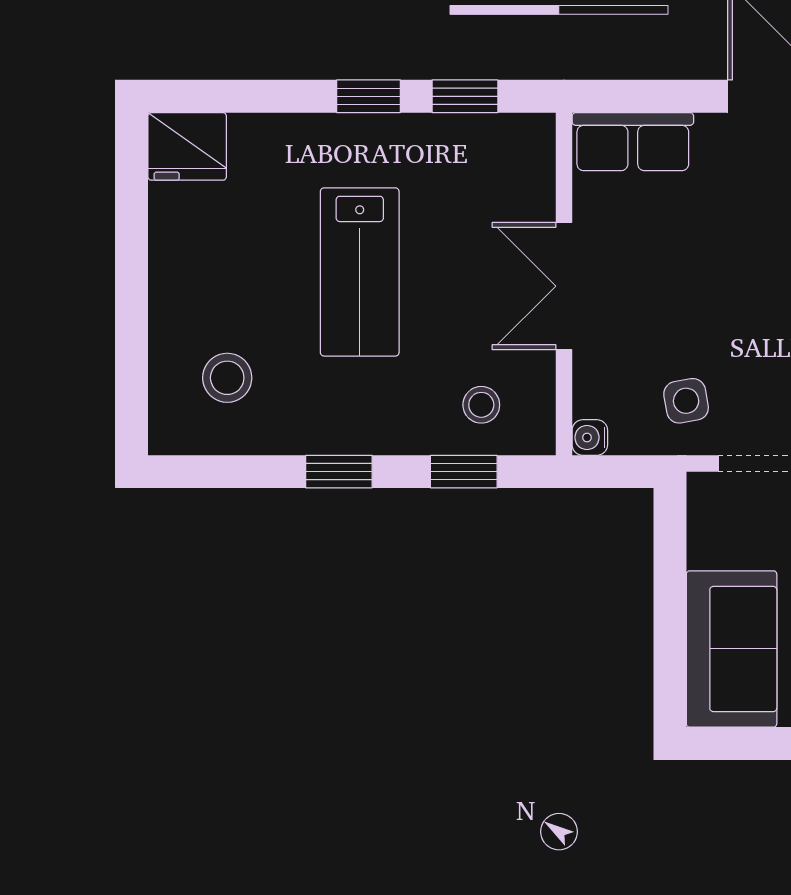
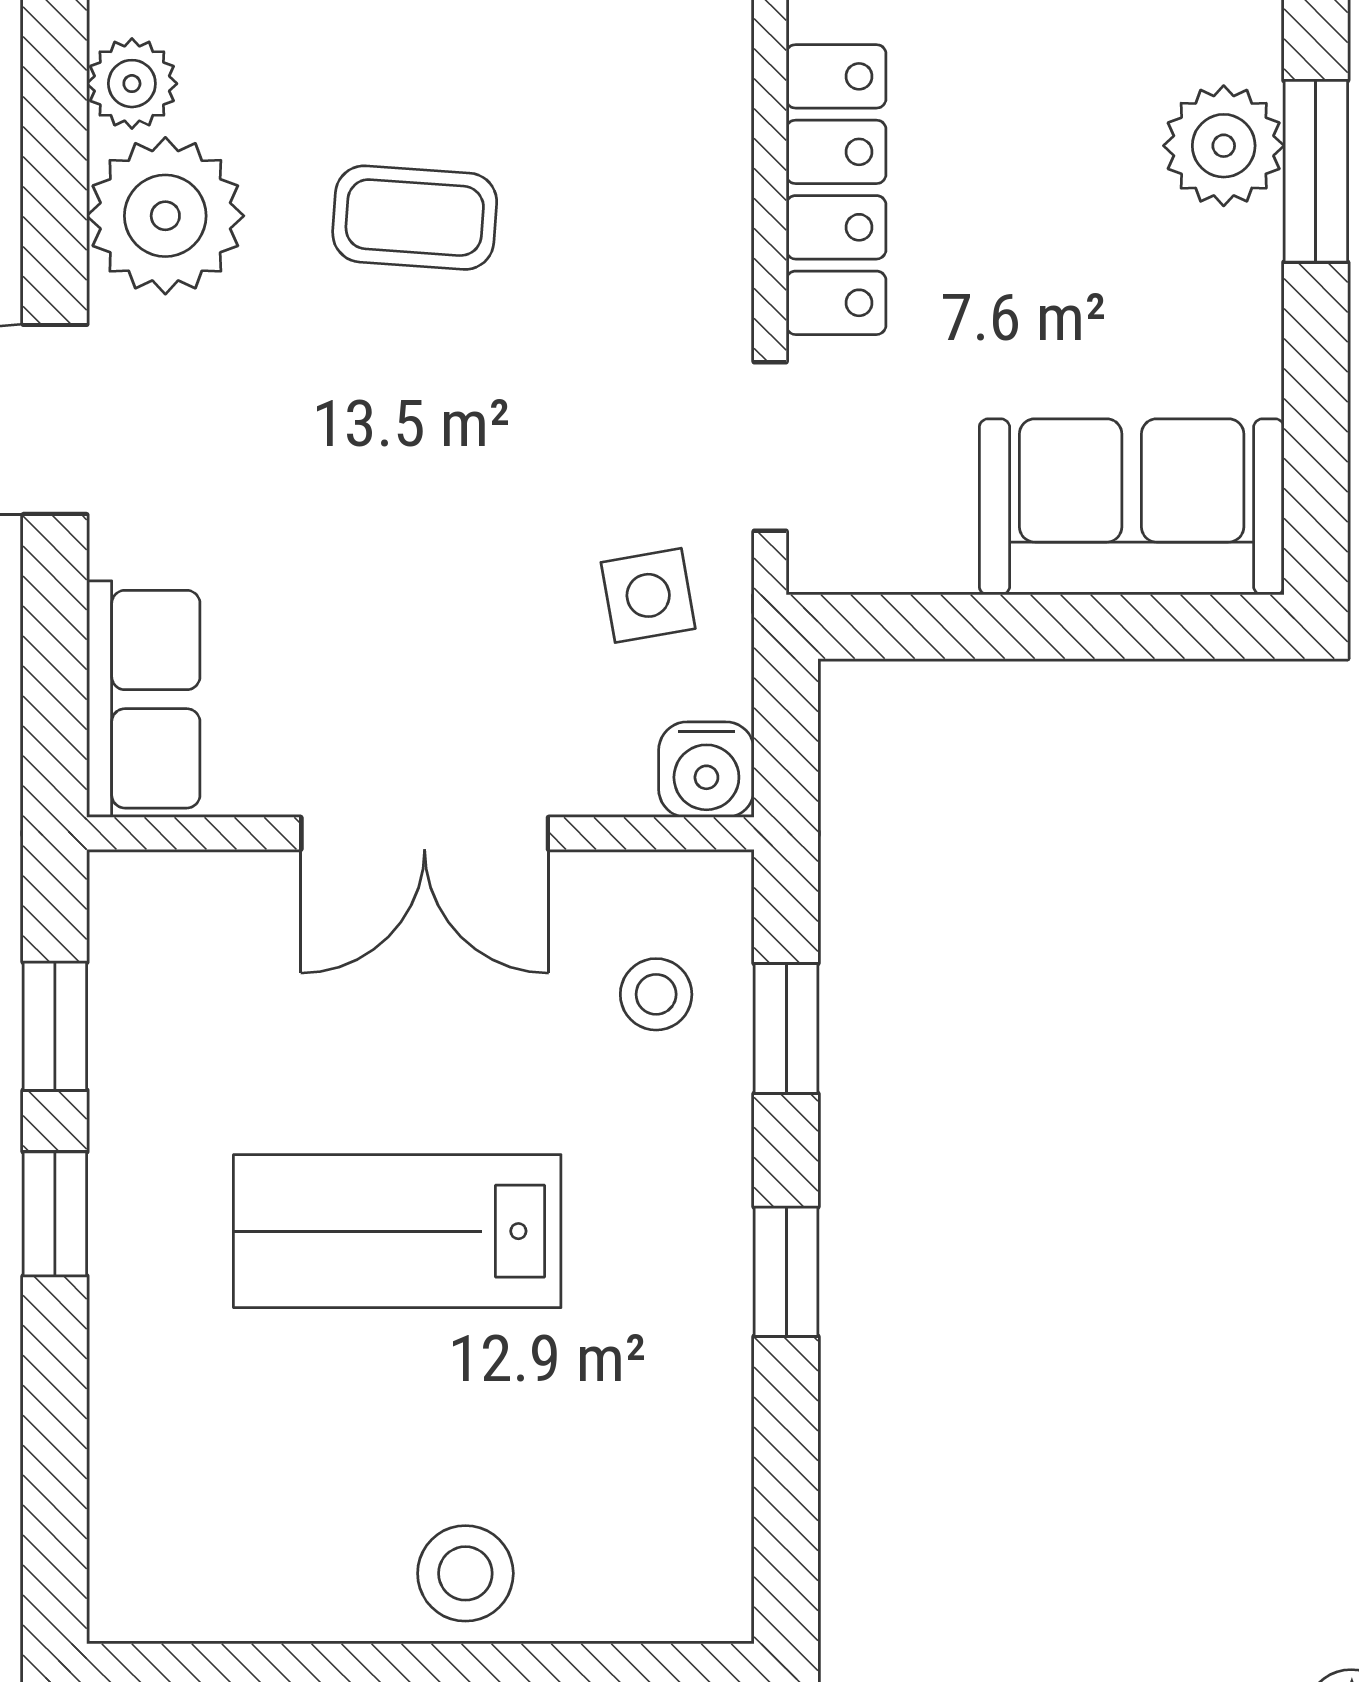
fridge: (187, 146) -> (153, 1567), removed
lab bench: (360, 272) -> (397, 1231), turned 180
stool: (227, 378) -> (465, 1573), moved
water cooler: (590, 437) -> (706, 770), width x1.38, depth x1.38

